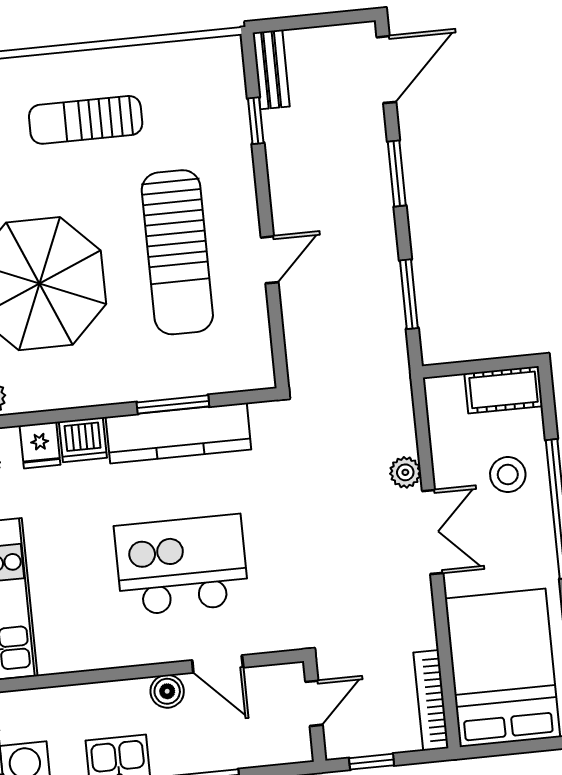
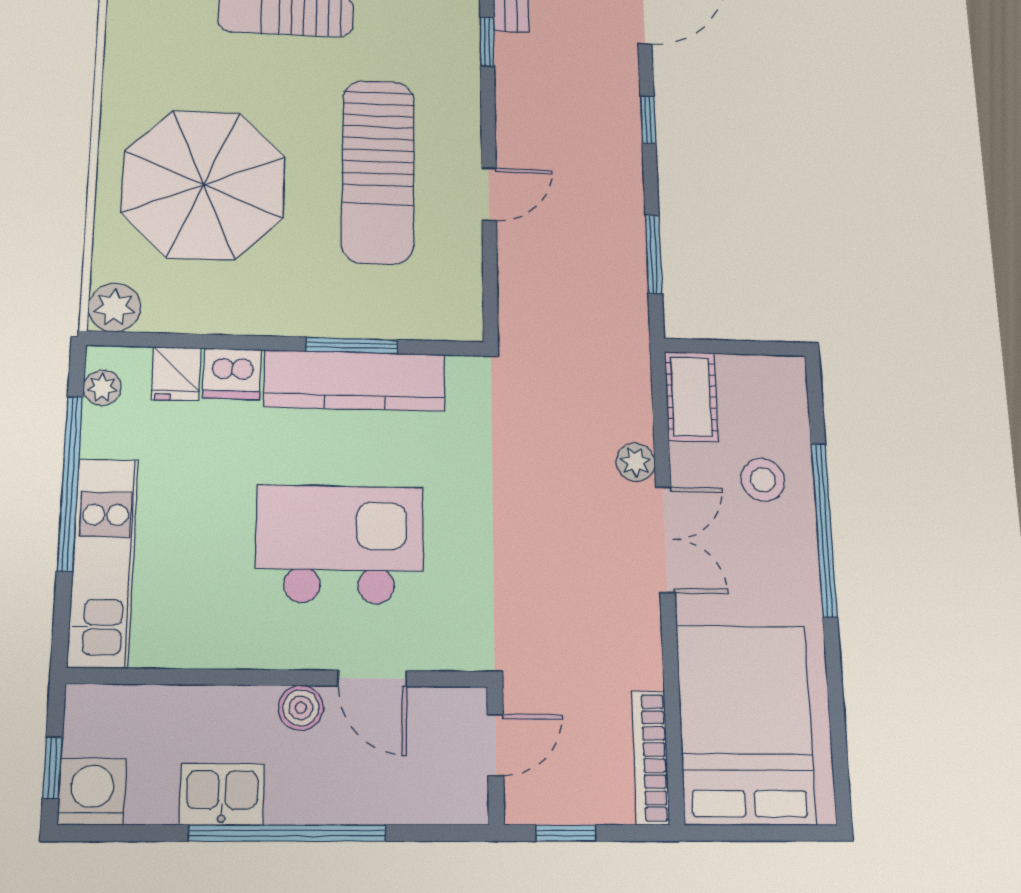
window: (397, 174) -> (648, 120), width x0.67
cot: (504, 390) -> (691, 397), moved, turned 90

